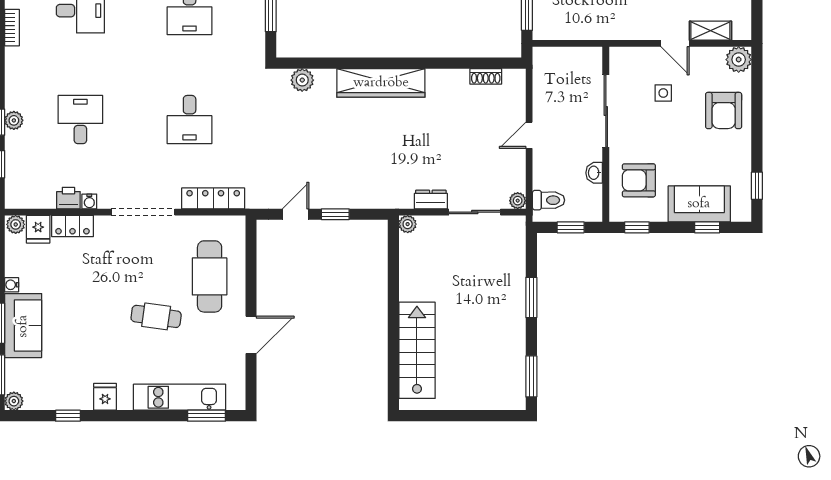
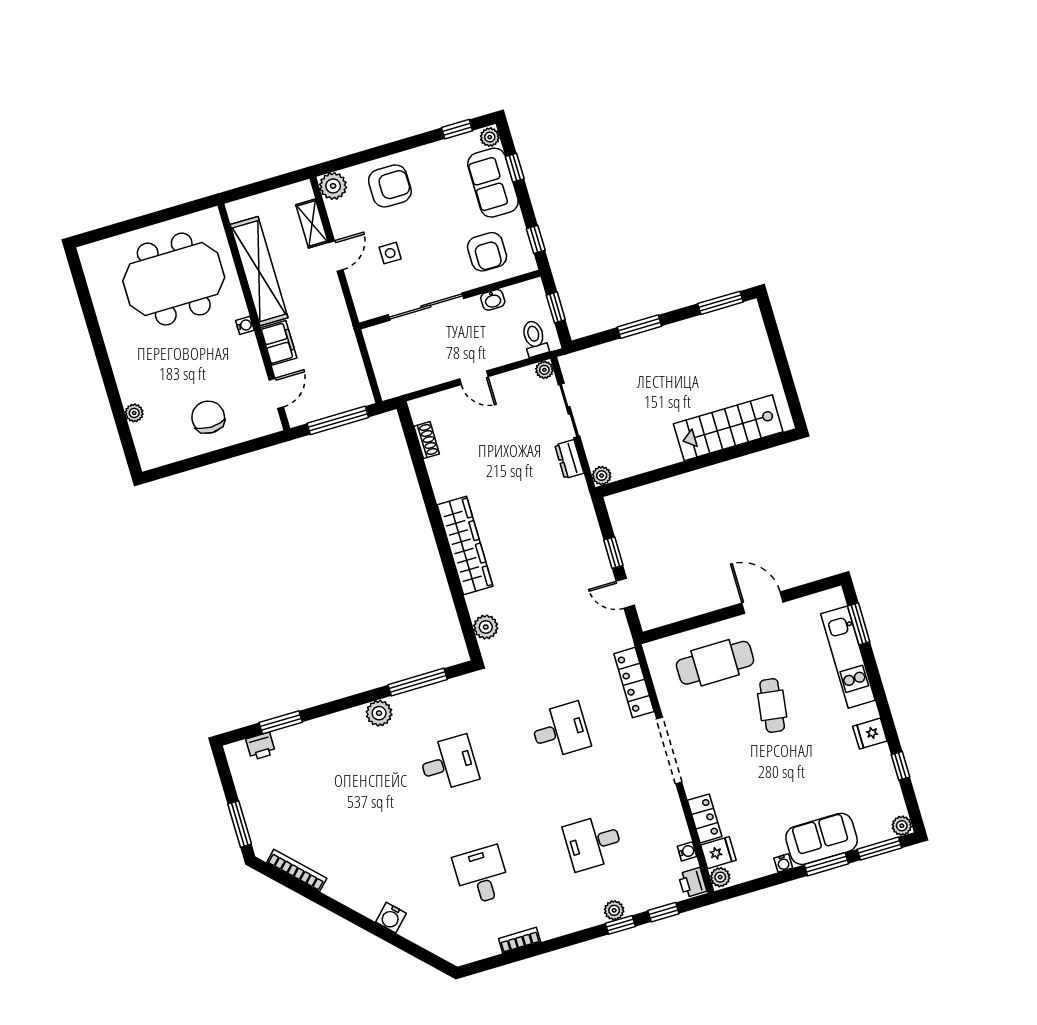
printer: (68, 198) -> (692, 883), moved
water cooler: (89, 201) -> (687, 851), moved
plant: (741, 213) -> (490, 137), added

